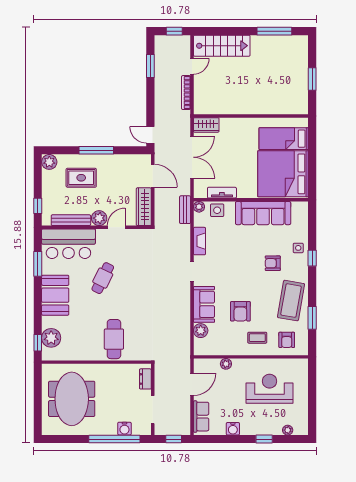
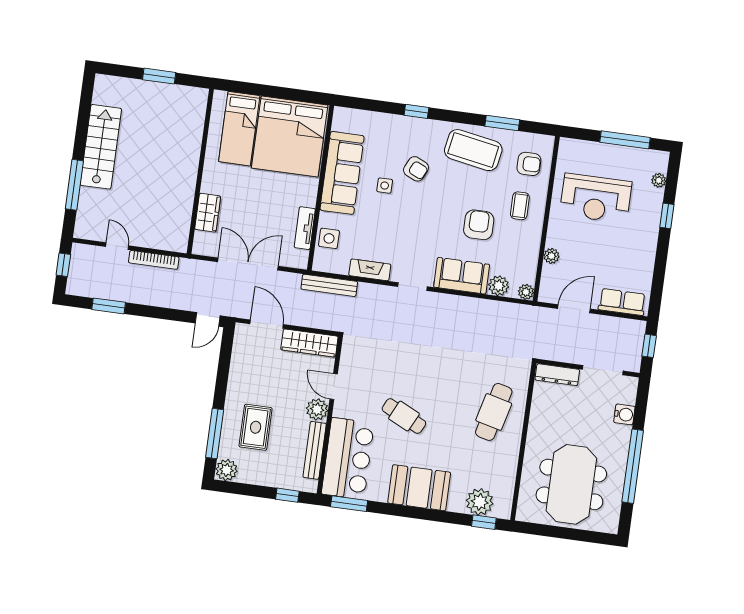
window: (274, 31) -> (74, 185), moved
stairs: (222, 46) -> (101, 147), moved
wardrobe: (206, 125) -> (208, 213), moved
window: (96, 150) -> (215, 434), moved
door: (153, 176) -> (267, 324), hinge flipped
plant: (199, 207) -> (526, 292), moved
bench: (185, 210) -> (329, 285), width x1.36
side table: (298, 248) -> (385, 186), moved
armchair: (273, 263) -> (416, 169), turned -65
window: (38, 264) -> (349, 504), moved
armchair: (240, 311) -> (479, 225), turned -90
cafe table: (114, 339) -> (494, 412), turned -76
dresser: (145, 379) -> (557, 375), width x1.44
door: (192, 384) -> (574, 309), hinge flipped
reception desk: (270, 389) -> (596, 198), turned -90
meeting table: (72, 399) -> (571, 484), turned 90
window: (312, 403) -> (625, 140), added
water cooler: (233, 429) -> (646, 259), removed
window: (114, 439) -> (633, 466), moved

